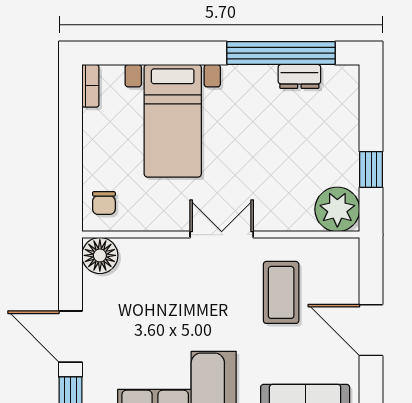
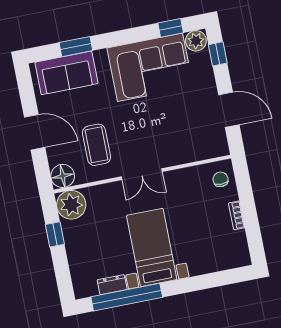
bookcase: (90, 86) -> (237, 215), moved
bed with nightstands: (173, 121) -> (152, 247), moved
floor lamp: (100, 255) -> (63, 176), moved
door: (70, 337) -> (229, 110), moved

